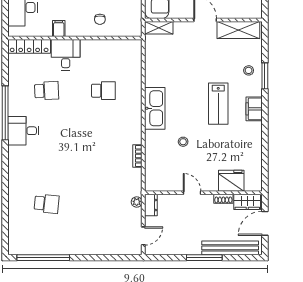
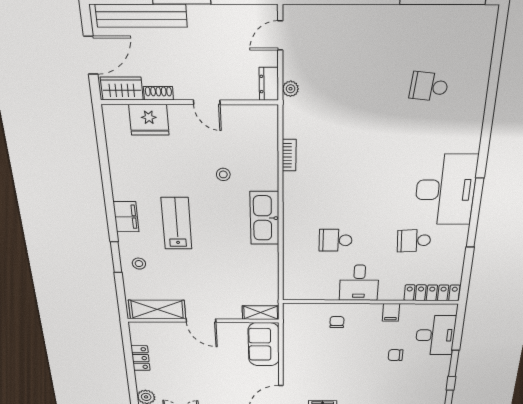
desk: (66, 55) -> (359, 283), moved
desk: (23, 131) -> (445, 190), width x1.87, depth x1.30

